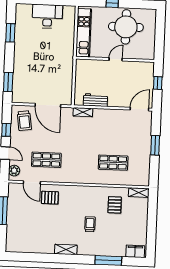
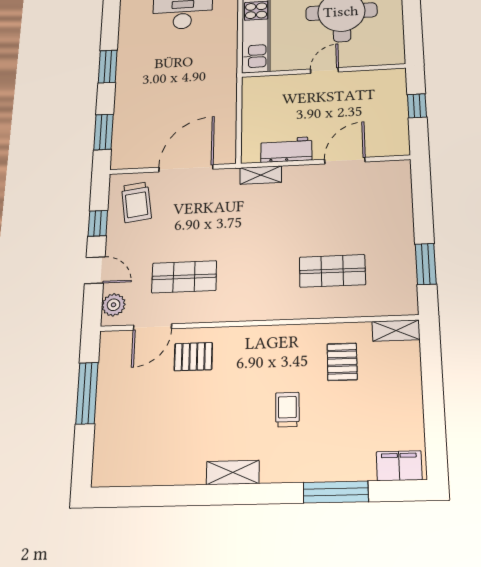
window: (10, 33) -> (108, 67), moved
door: (48, 105) -> (186, 168), swing flipped
door: (139, 109) -> (345, 161), moved
window: (155, 145) -> (426, 264), moved
door: (32, 182) -> (152, 327), hinge flipped

